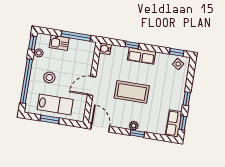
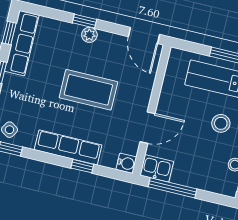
kitchen sink: (59, 43) -> (157, 168), moved
row of seats: (142, 56) -> (68, 147), width x1.48
door: (92, 86) -> (147, 128), moved
row of seats: (174, 124) -> (22, 43), width x1.48

